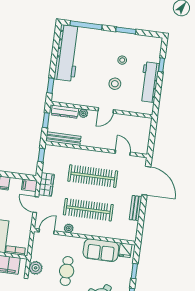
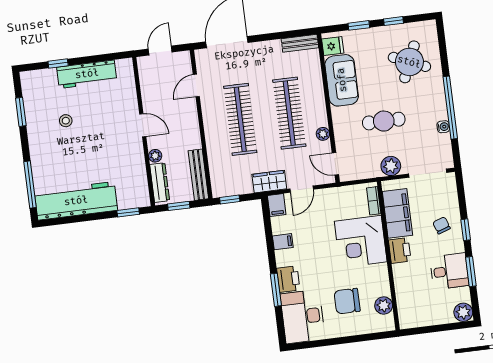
window: (126, 30) -> (21, 112), moved
stool: (115, 84) -> (102, 122), removed
door: (152, 135) -> (160, 51), added
bench: (136, 208) -> (300, 43), moved

